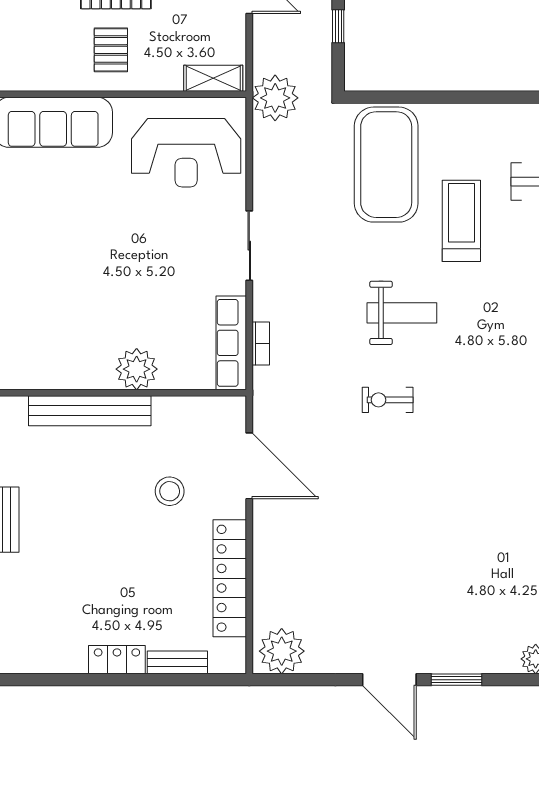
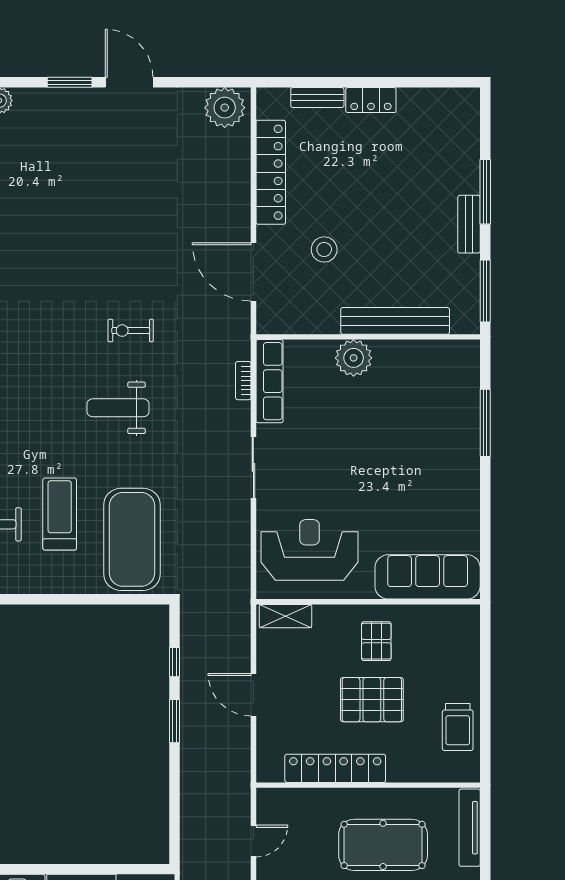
plant: (275, 98) -> (231, 599), removed
treadmill: (461, 221) -> (60, 514), moved, turned 180
exercise bike: (388, 400) -> (131, 331), turned 180

